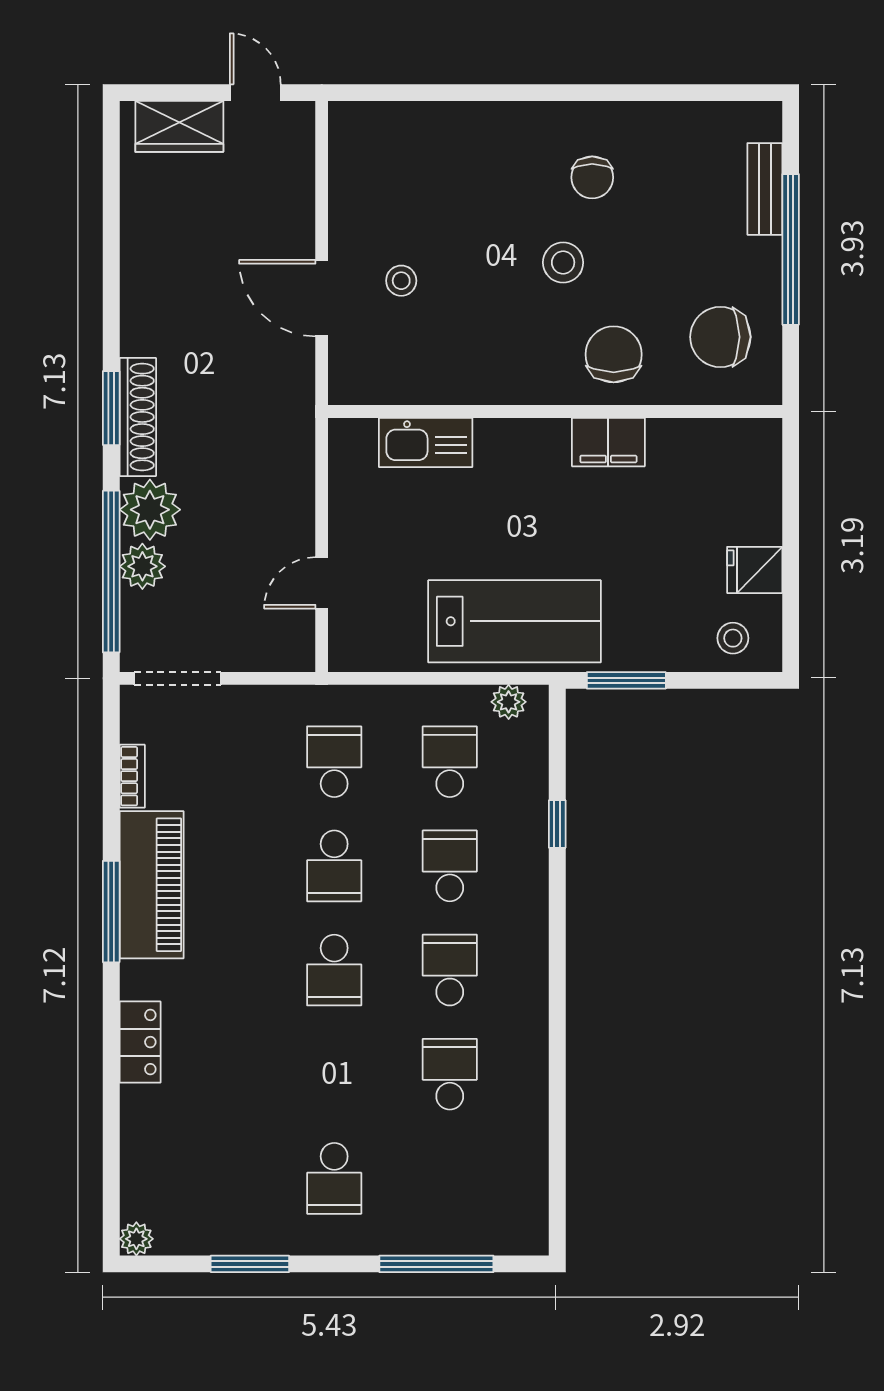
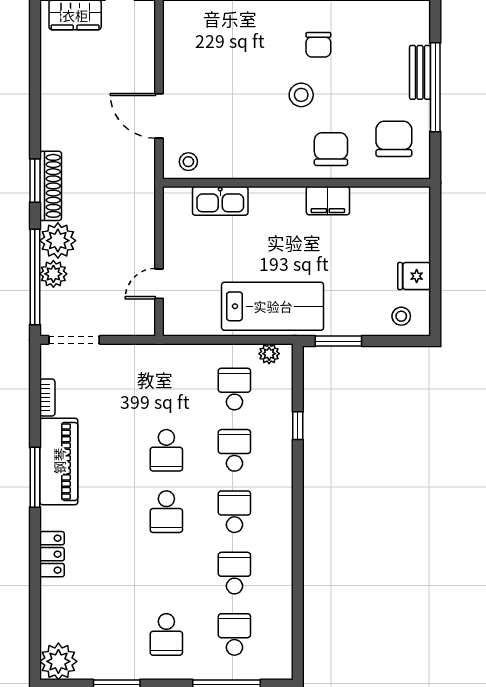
bench: (765, 189) -> (420, 72), moved
stool: (401, 281) -> (188, 162), moved
chair: (720, 337) -> (394, 139), turned 90
school desk: (334, 762) -> (234, 634), moved
plant: (136, 1239) -> (58, 661), width x1.87, depth x1.87

